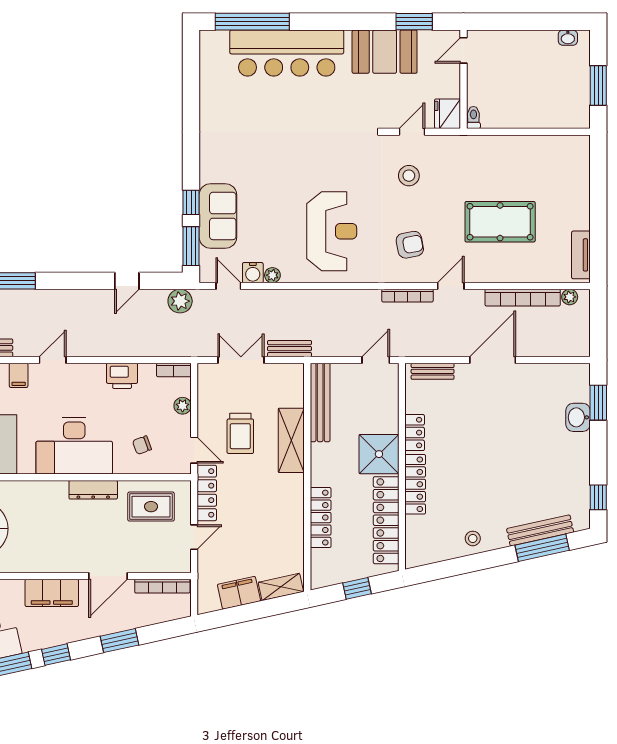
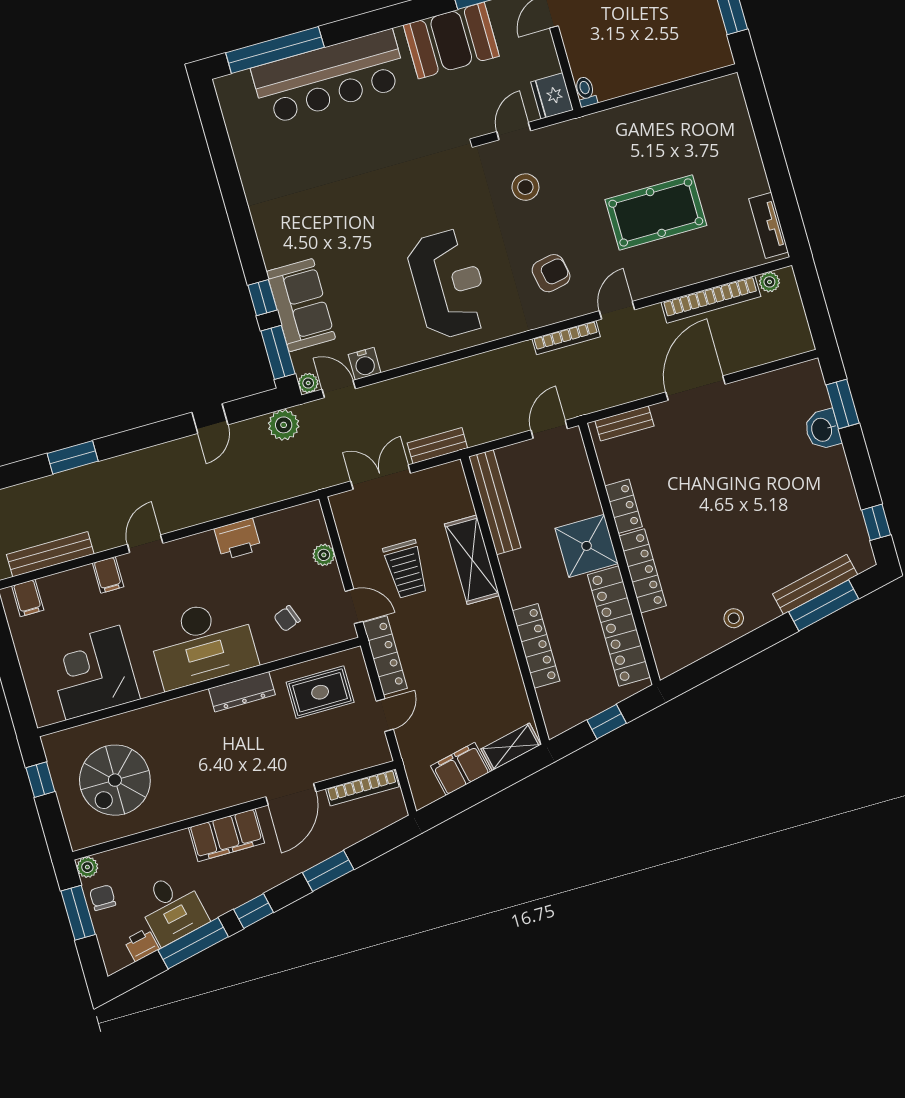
plant: (272, 275) -> (308, 383), moved
bookcase: (174, 370) -> (300, 513), removed

